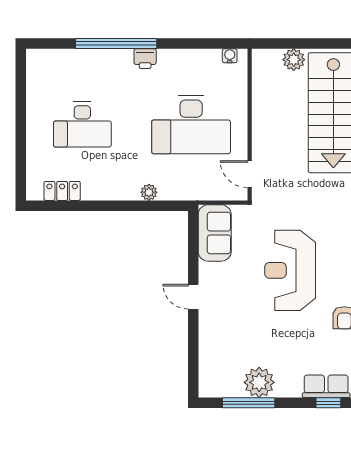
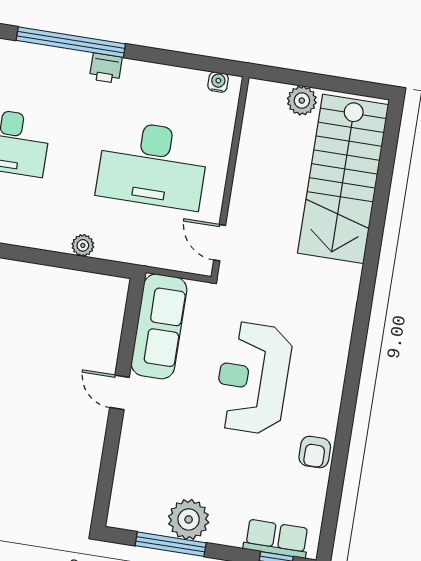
sofa: (215, 233) -> (159, 326), width x1.36

